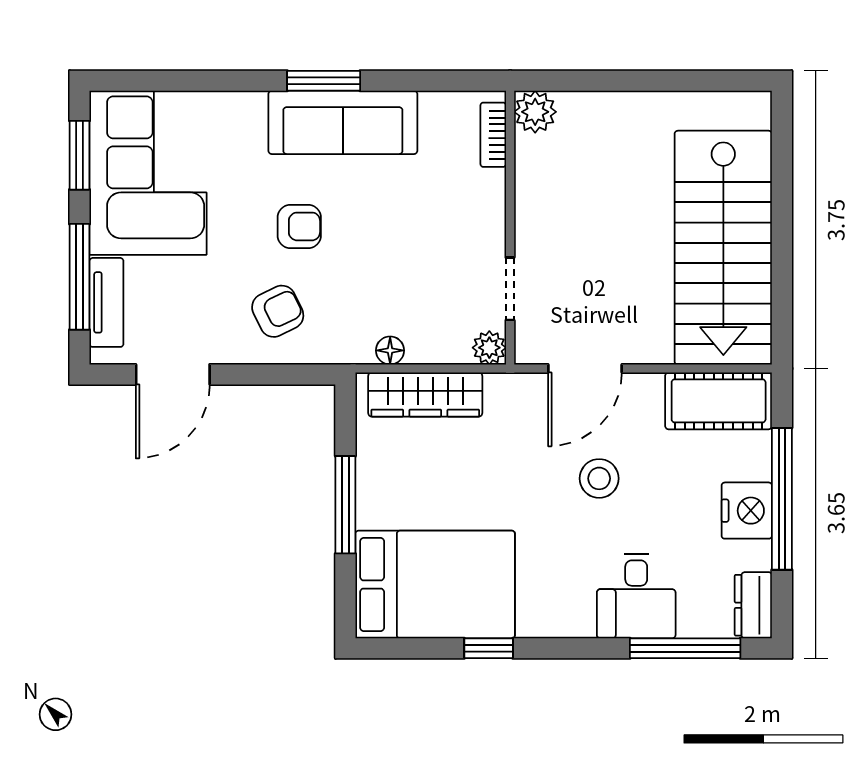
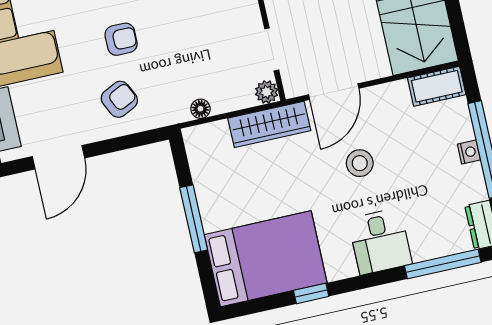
wardrobe: (425, 395) -> (269, 124), moved
cot: (719, 401) -> (437, 86), width x0.73, depth x0.75
nightstand: (747, 511) -> (469, 152), width x0.53, depth x0.56
desk: (636, 596) -> (380, 241), moved

